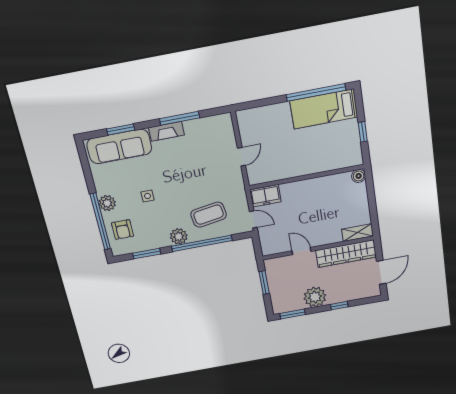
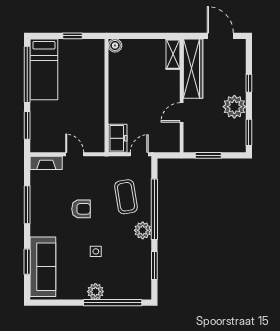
window: (262, 103) -> (27, 125), added
fireplace: (166, 131) -> (46, 163), moved, turned 90
armchair: (122, 230) -> (81, 209), moved

